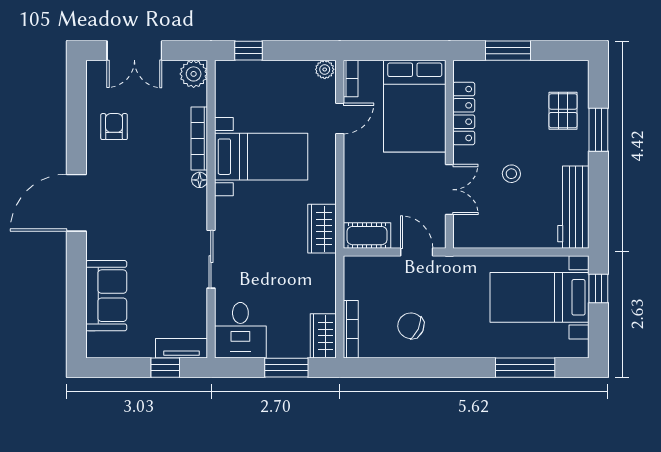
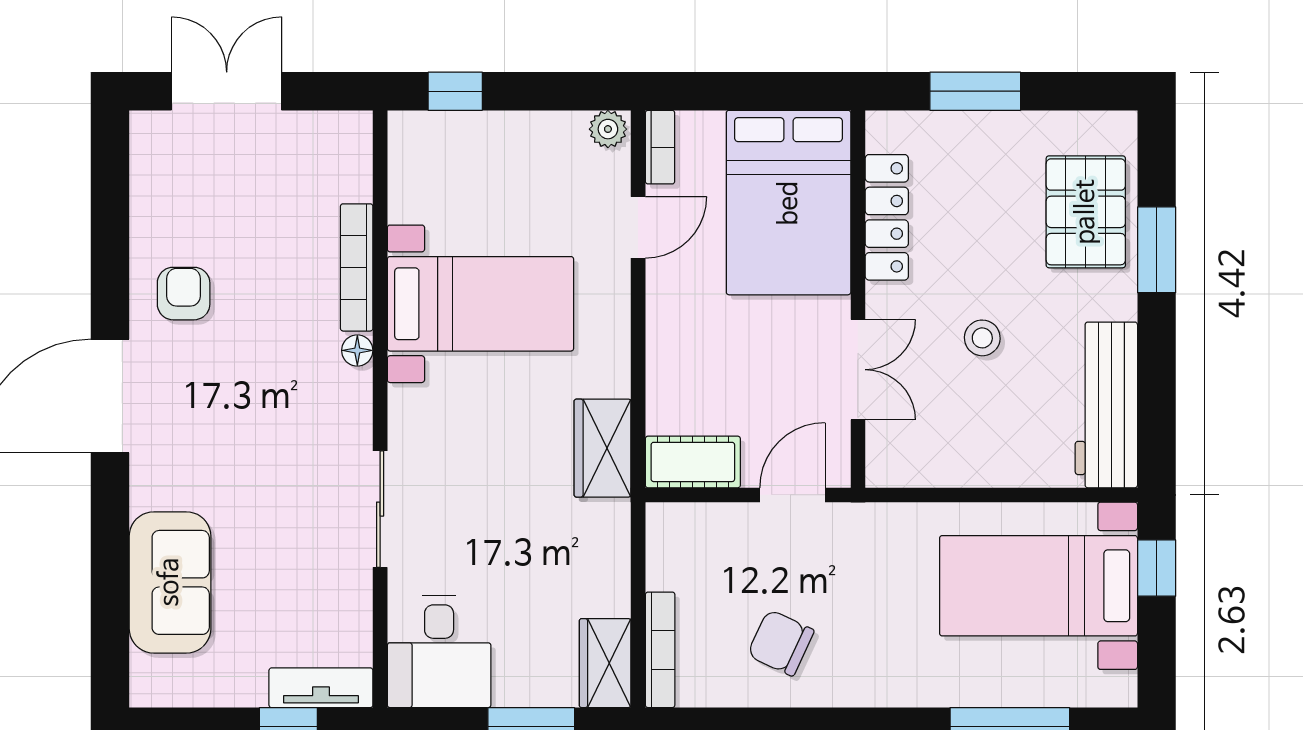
double door: (134, 51) -> (227, 91), swing flipped
plant: (194, 74) -> (345, 138), removed
pallet: (563, 111) -> (1086, 212), width x1.50, depth x1.42
armchair: (114, 127) -> (184, 294), moved
door: (417, 252) -> (792, 495), hinge flipped

